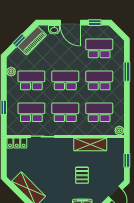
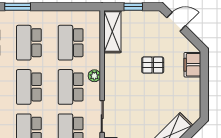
plant: (119, 131) -> (94, 76), moved
shelving: (90, 144) -> (112, 32), moved

